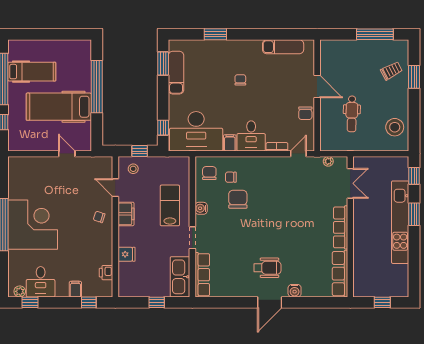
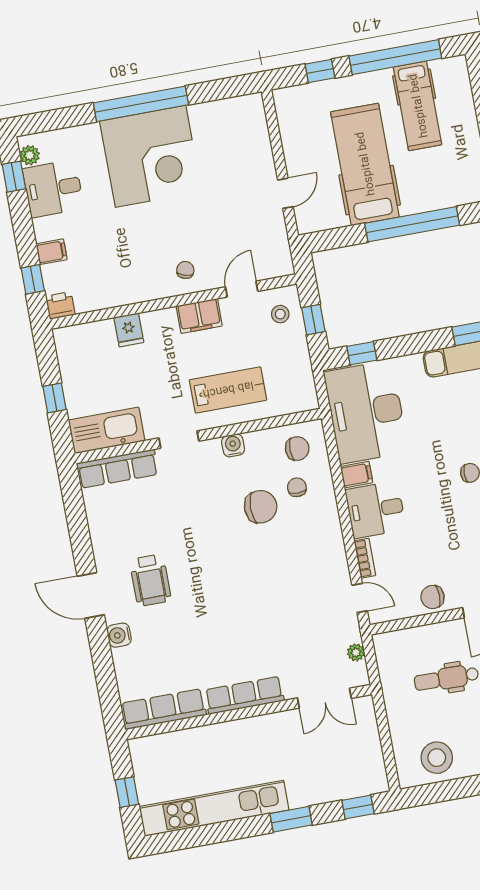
kitchen unit: (400, 222) -> (214, 808), moved
printer: (106, 273) -> (60, 305), moved

